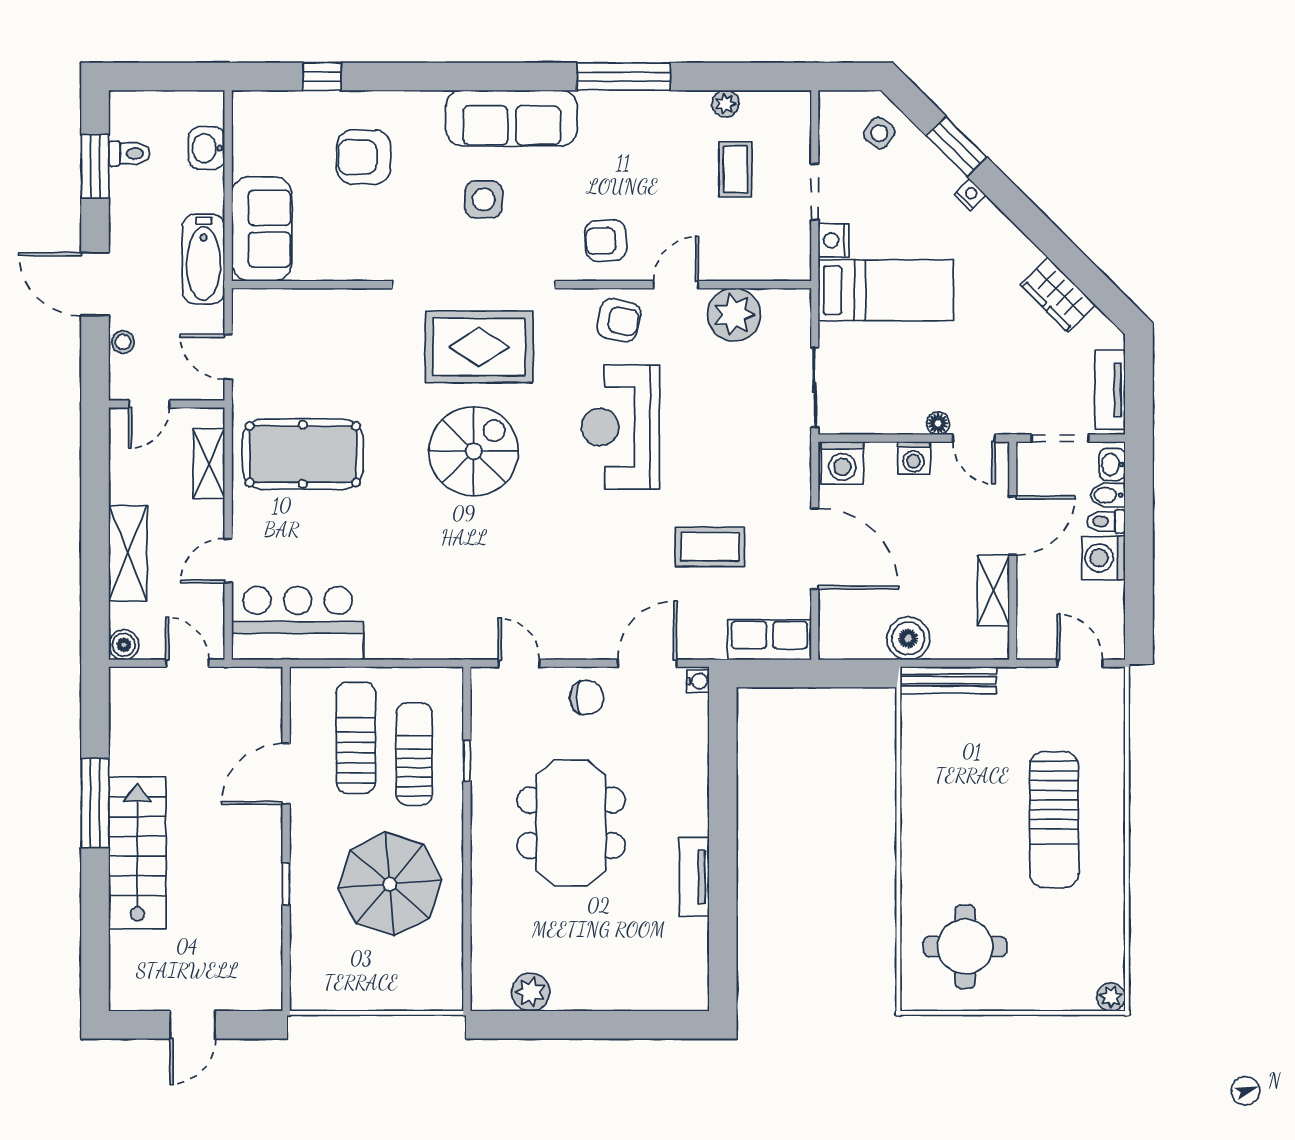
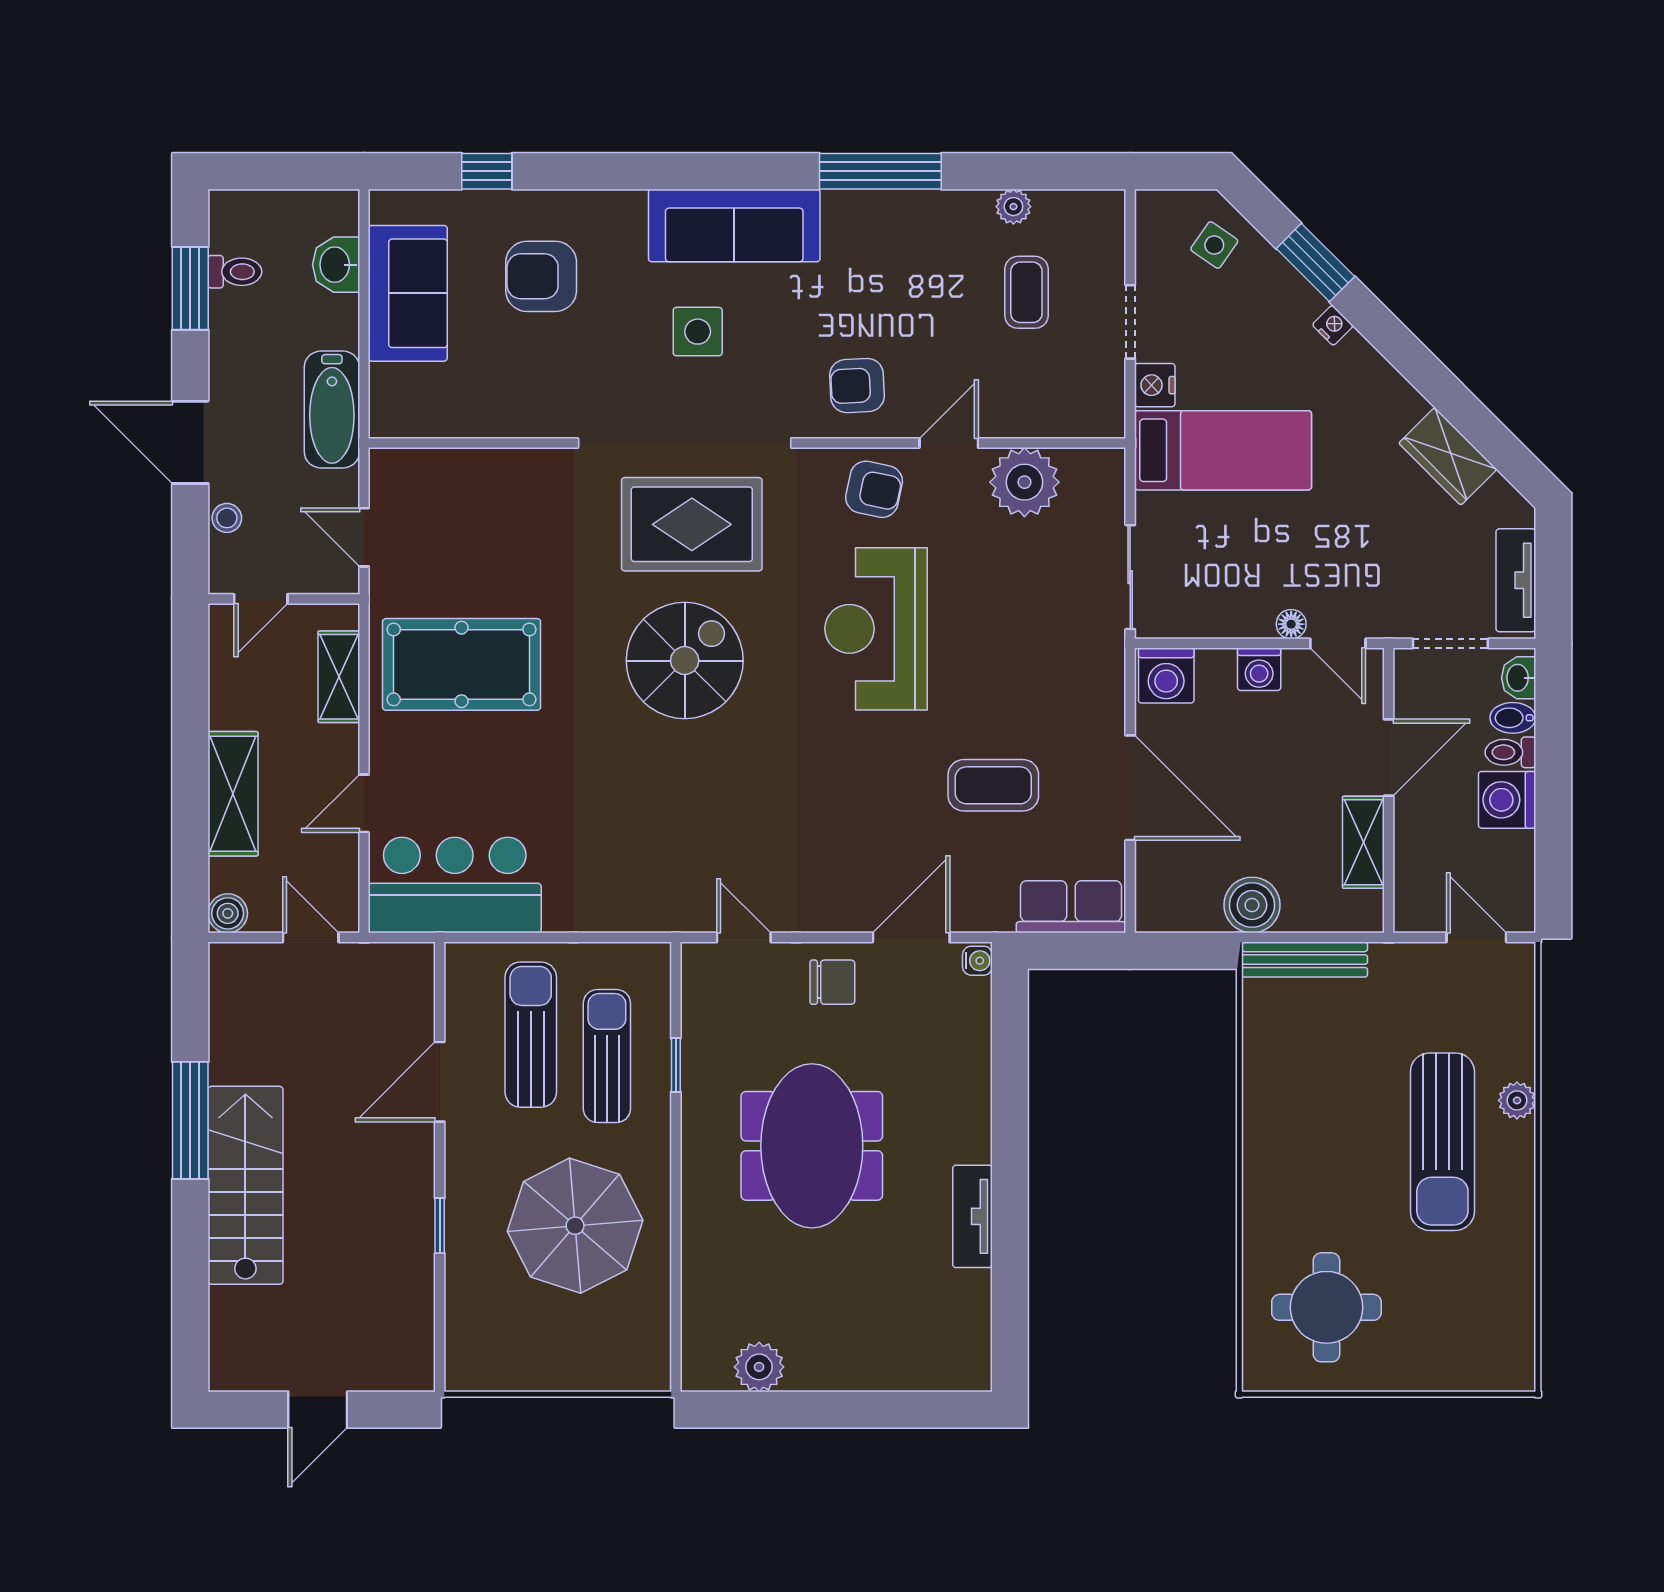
sofa: (262, 229) -> (408, 293), moved
plant: (1111, 997) -> (1517, 1100), moved

